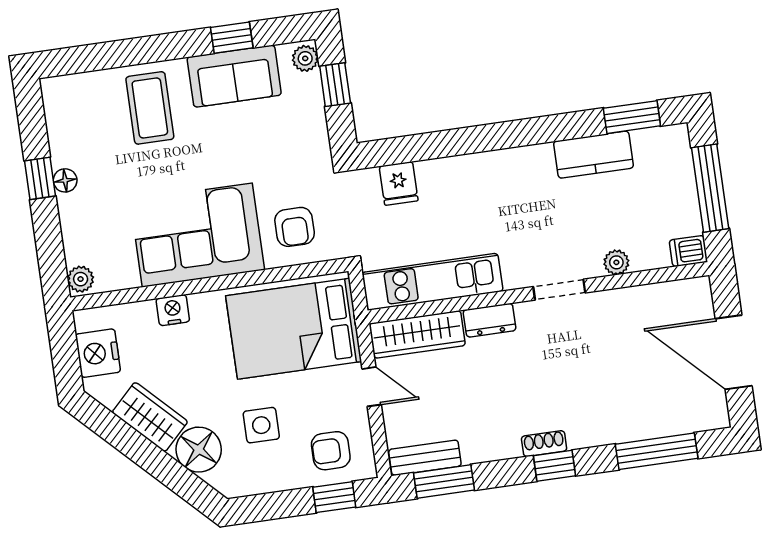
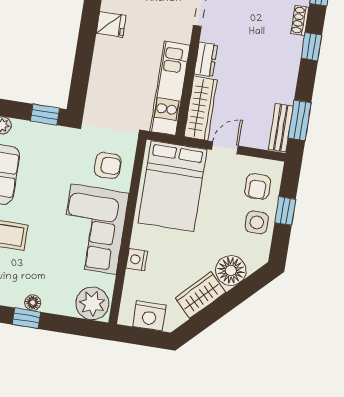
window: (335, 85) -> (45, 115), moved
fridge: (399, 183) -> (111, 24), moved
plant: (81, 279) -> (92, 303), width x1.88, depth x1.88
side table: (261, 425) -> (257, 222), moved
shoe rack: (544, 444) -> (300, 20), moved
window: (334, 497) -> (285, 211), moved

